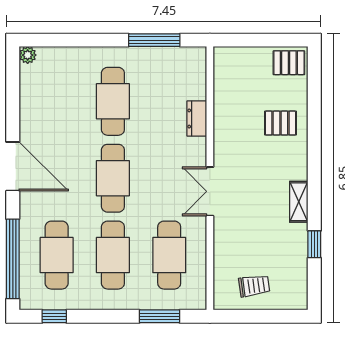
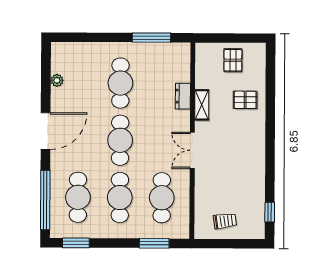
plant: (28, 55) -> (57, 80), moved
pallet: (289, 63) -> (233, 60), moved, turned 90
door: (13, 166) -> (46, 131), hinge flipped
shelving: (299, 202) -> (202, 105), moved
window: (314, 244) -> (270, 212), moved
window: (54, 316) -> (76, 243), width x1.50

